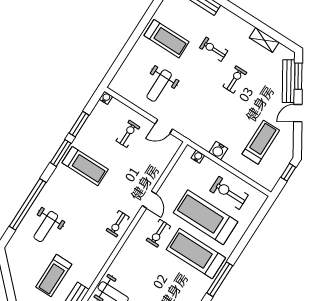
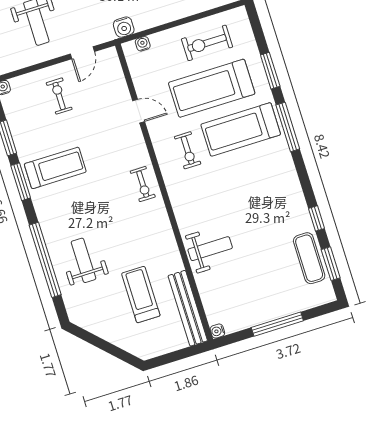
water cooler: (218, 151) -> (124, 27), moved
door: (149, 200) -> (139, 111), moved
weight bench: (46, 227) -> (83, 260), turned 180
window: (244, 242) -> (270, 71), added
treadmill: (54, 276) -> (141, 295), turned 180

